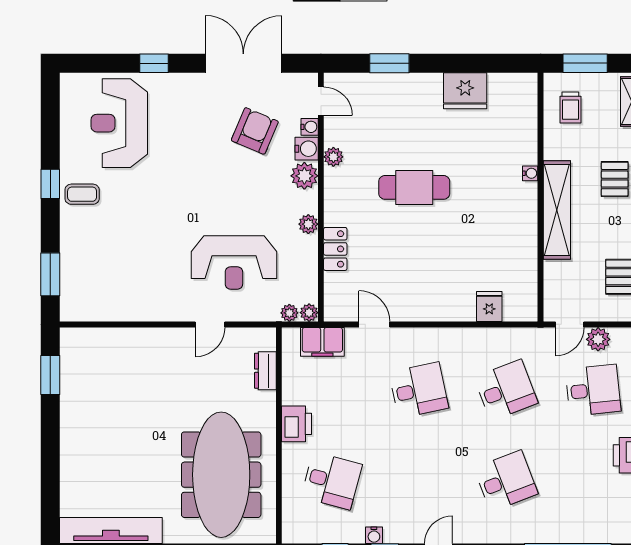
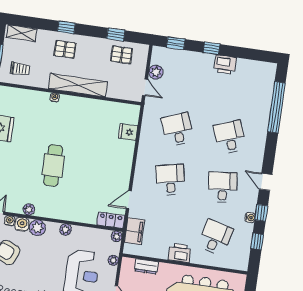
locker: (335, 249) -> (111, 220), moved
plant: (289, 313) -> (113, 260), moved
desk: (593, 390) -> (222, 187), moved

